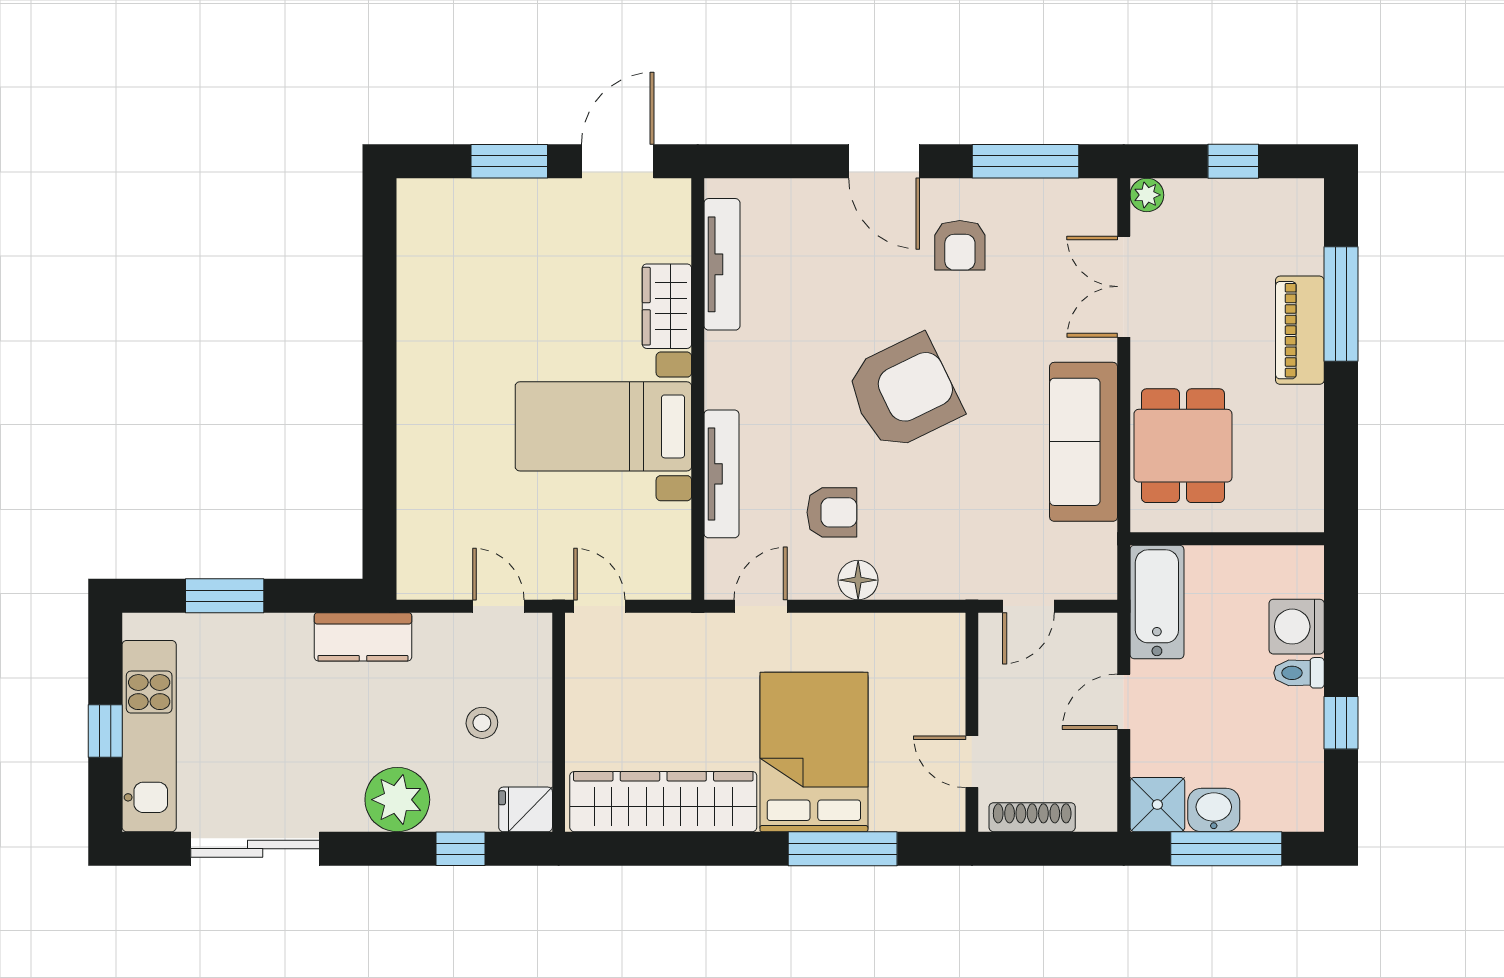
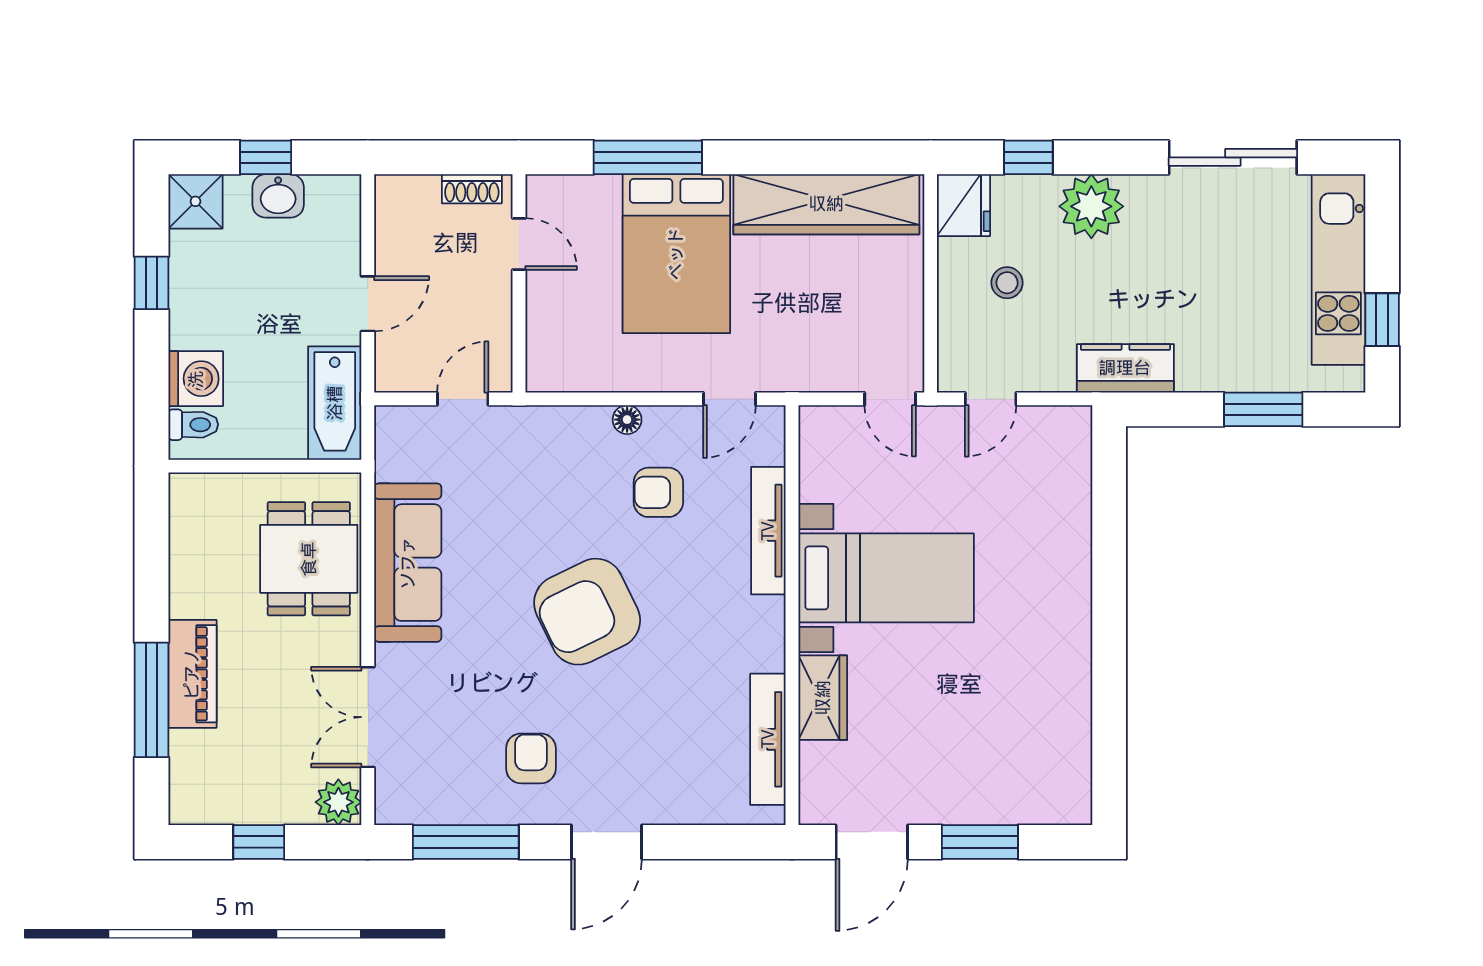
door: (884, 161) -> (606, 842), swing flipped
plant: (1147, 195) -> (338, 802), width x1.38, depth x1.38
double door: (1124, 287) -> (368, 717), swing flipped
floor lamp: (858, 580) -> (627, 420), width x0.73, depth x0.73
door: (498, 606) -> (991, 399), hinge flipped
toilet: (1299, 673) -> (193, 425), moved
window: (105, 731) -> (1382, 320), moved
shower: (1157, 805) -> (195, 201), moved
fridge: (526, 809) -> (964, 205), width x1.38
shoe rack: (1032, 817) -> (472, 189), width x0.70
window: (1226, 849) -> (266, 157), width x0.46

